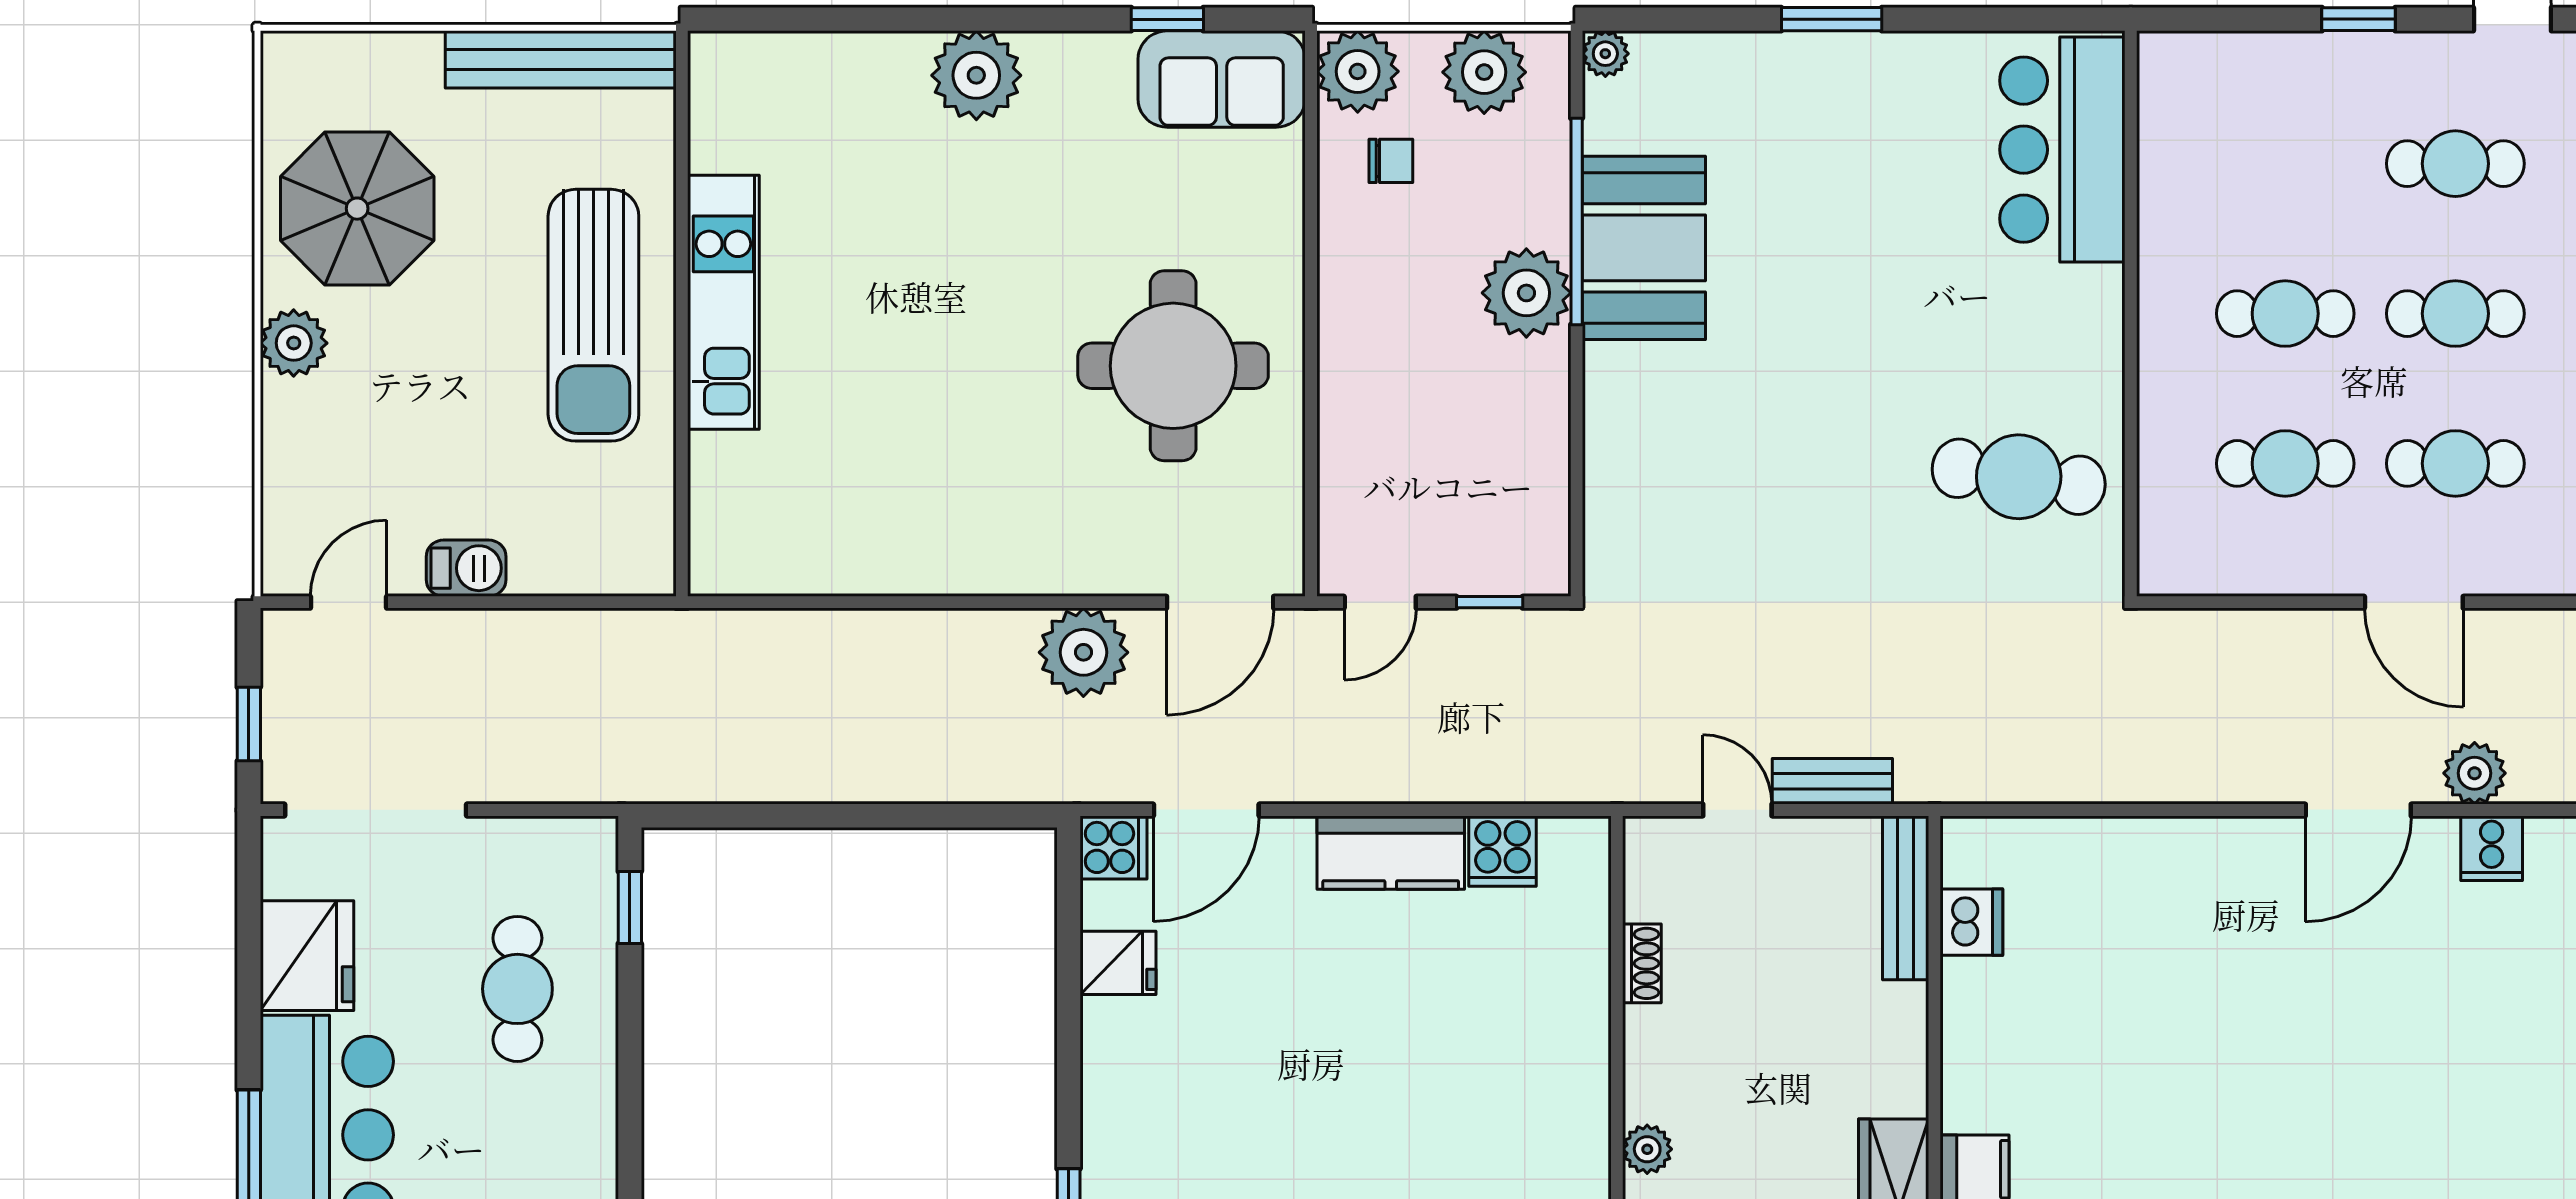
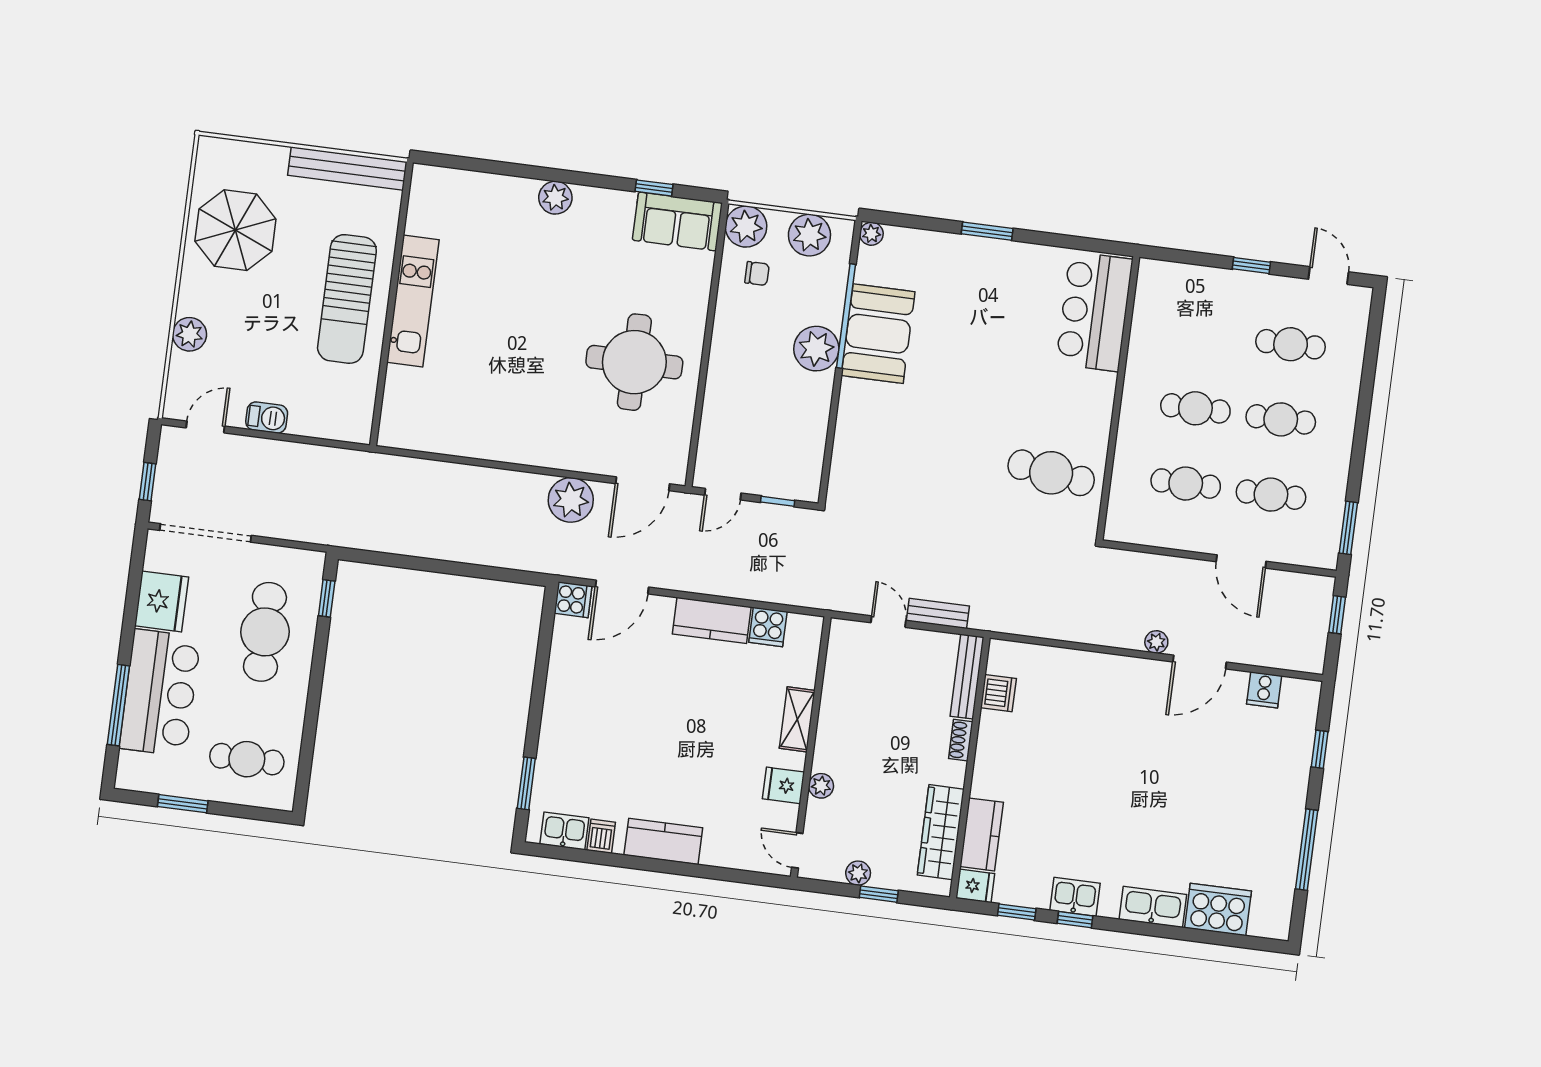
plant: (976, 75) -> (555, 198), width x0.73, depth x0.73
plant: (294, 343) -> (190, 334), moved
plant: (2475, 773) -> (1156, 642), moved, width x0.73, depth x0.73
fridge: (1118, 963) -> (783, 785), moved, turned 180
shoe rack: (1642, 963) -> (961, 740), moved, turned 180
cafe table: (517, 989) -> (265, 632), width x1.37, depth x1.35
shelving: (1583, 1025) -> (797, 719), added

